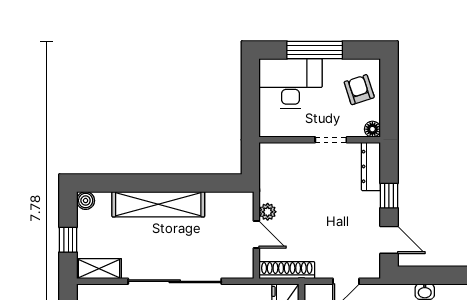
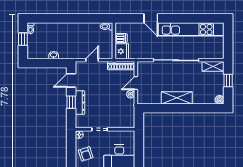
dresser: (371, 166) -> (80, 103), moved
shelving: (158, 204) -> (177, 98), width x0.68
door: (256, 234) -> (136, 83), hinge flipped
door: (389, 240) -> (71, 80), hinge flipped

